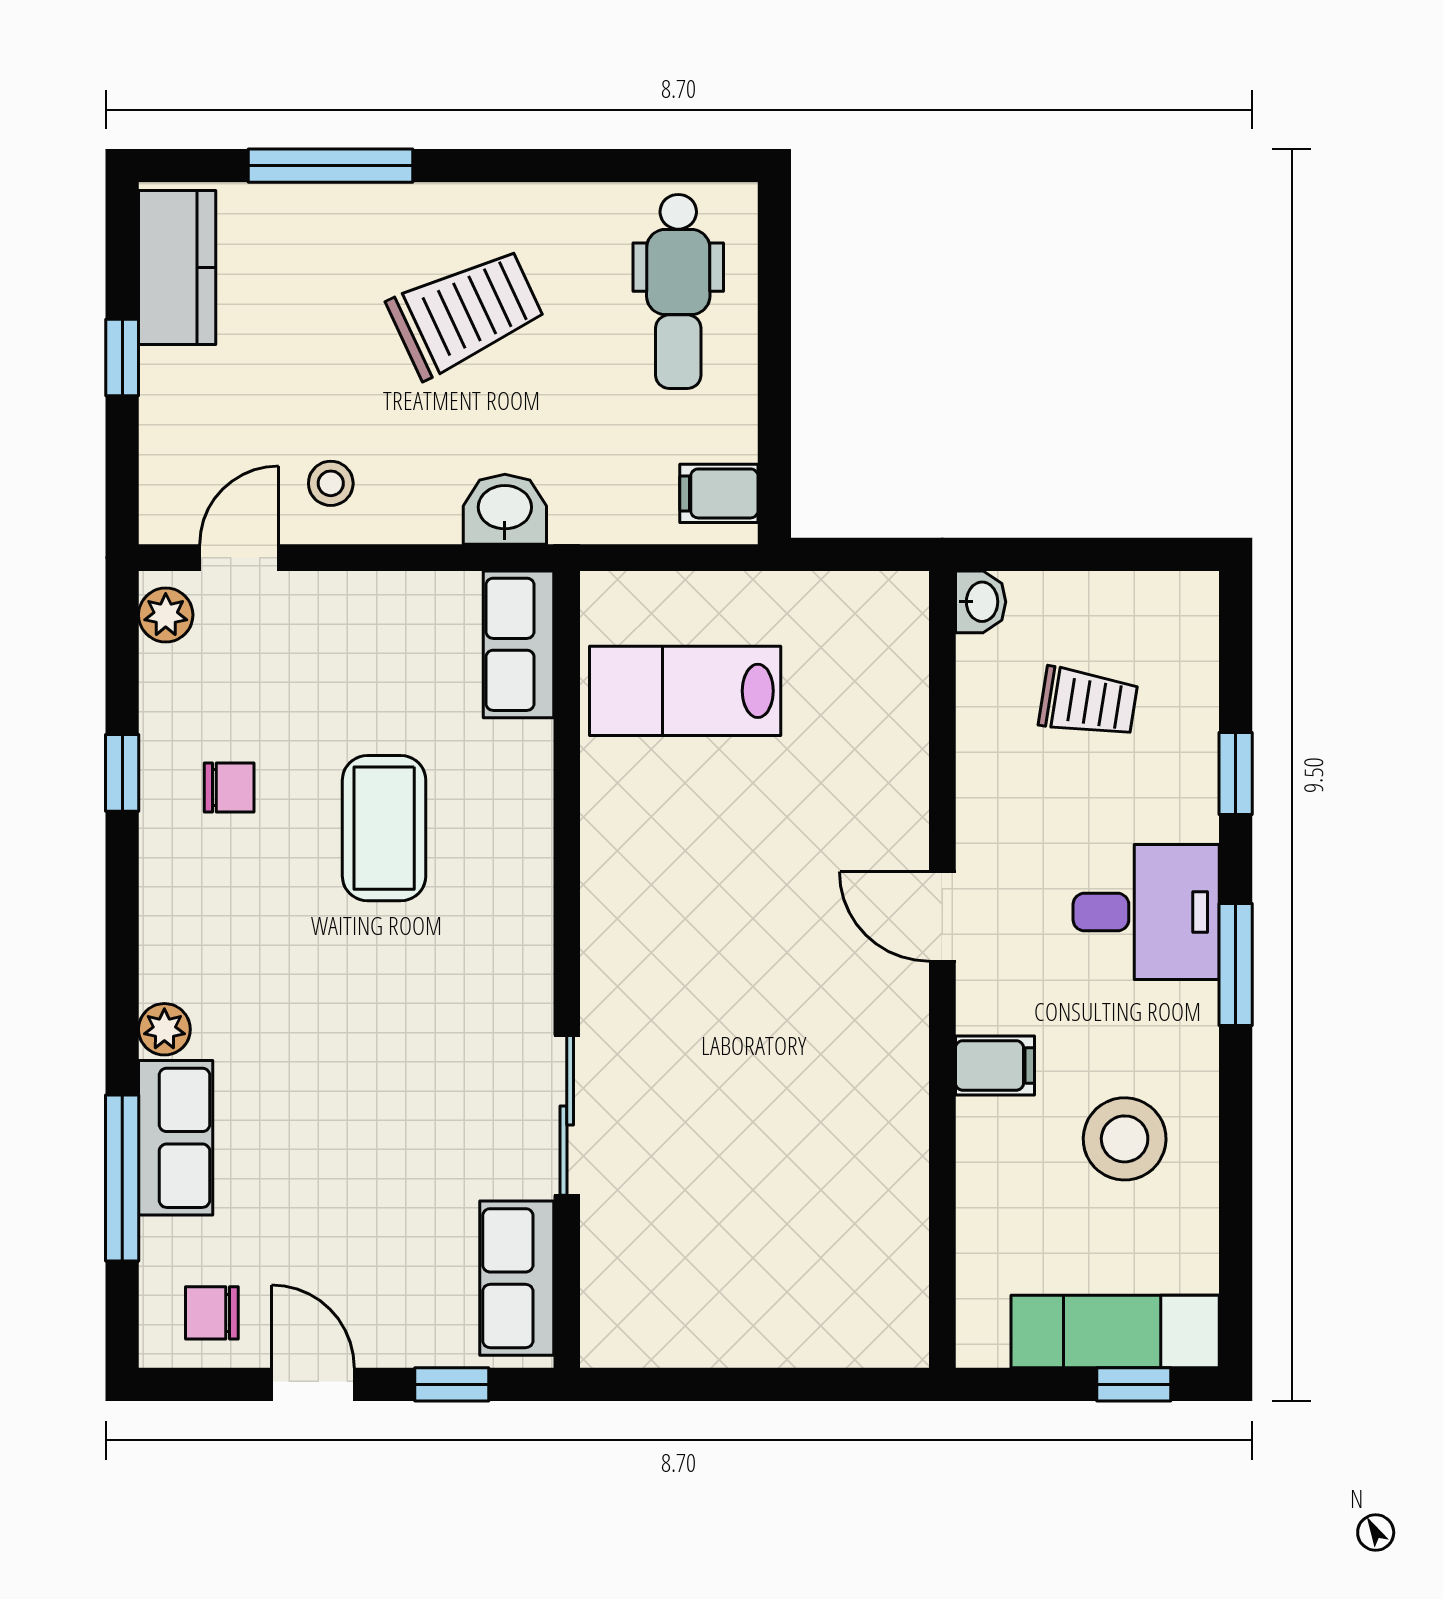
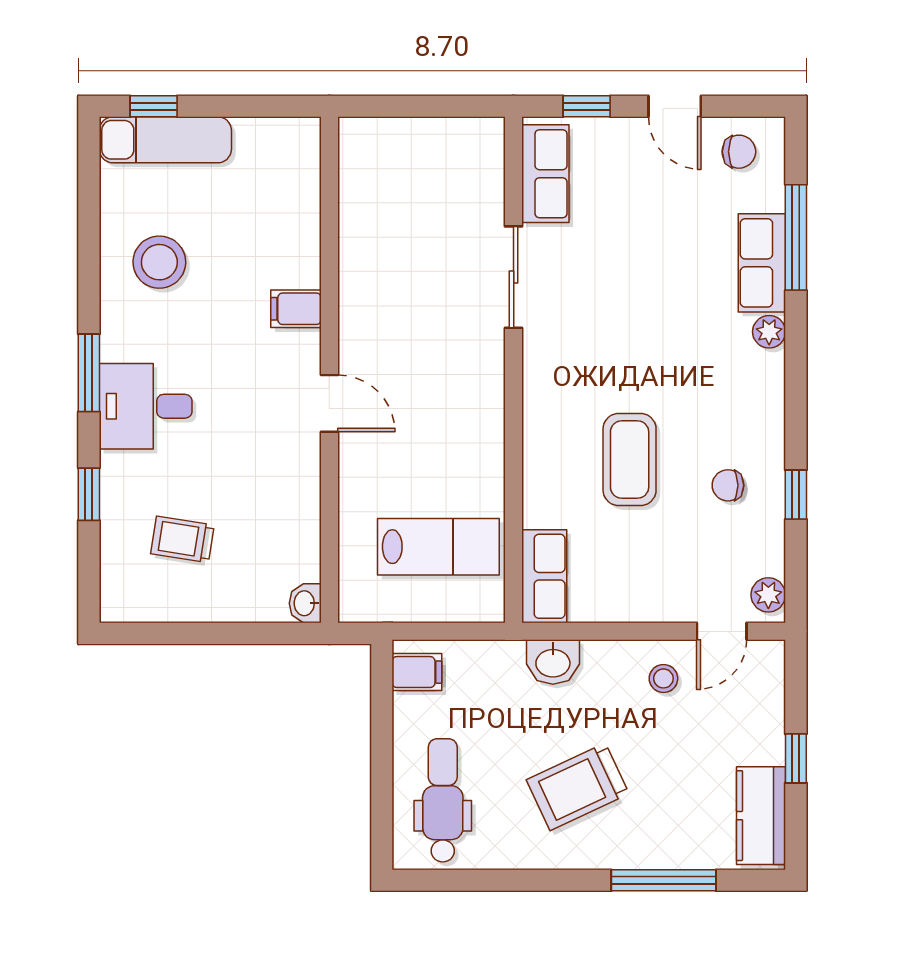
washbasin: (981, 602) -> (305, 603), moved
door: (942, 916) -> (329, 403), moved
wall: (942, 969) -> (329, 370), moved
filing cabinet: (995, 1065) -> (296, 309), moved

